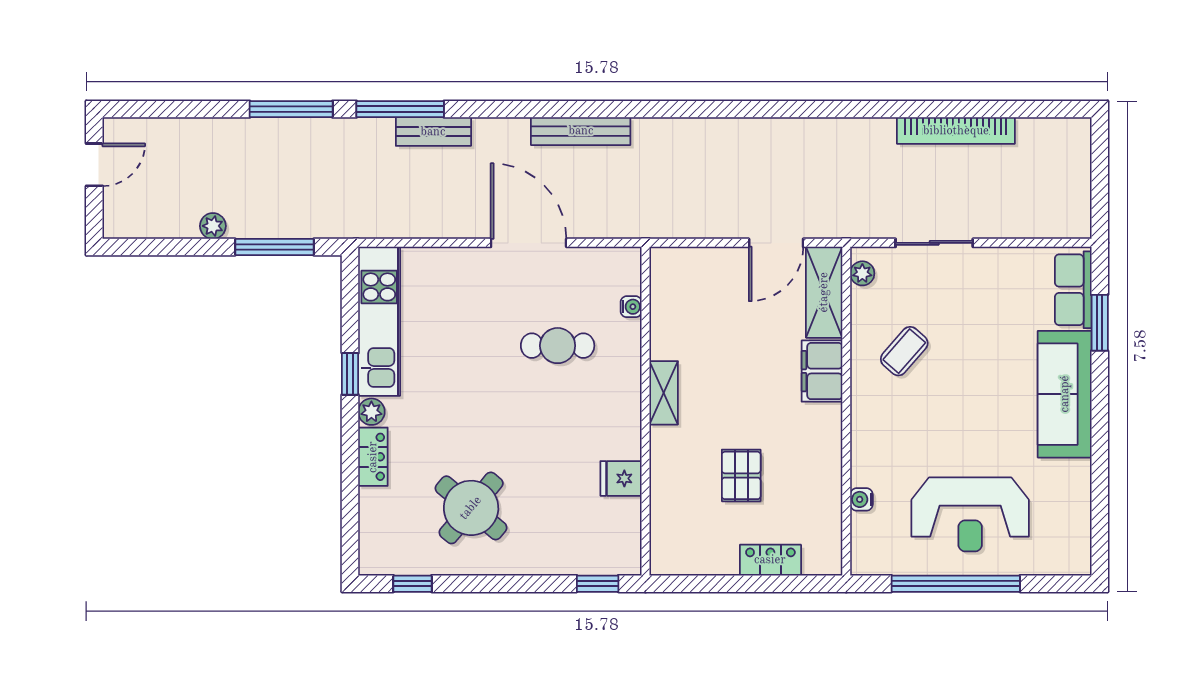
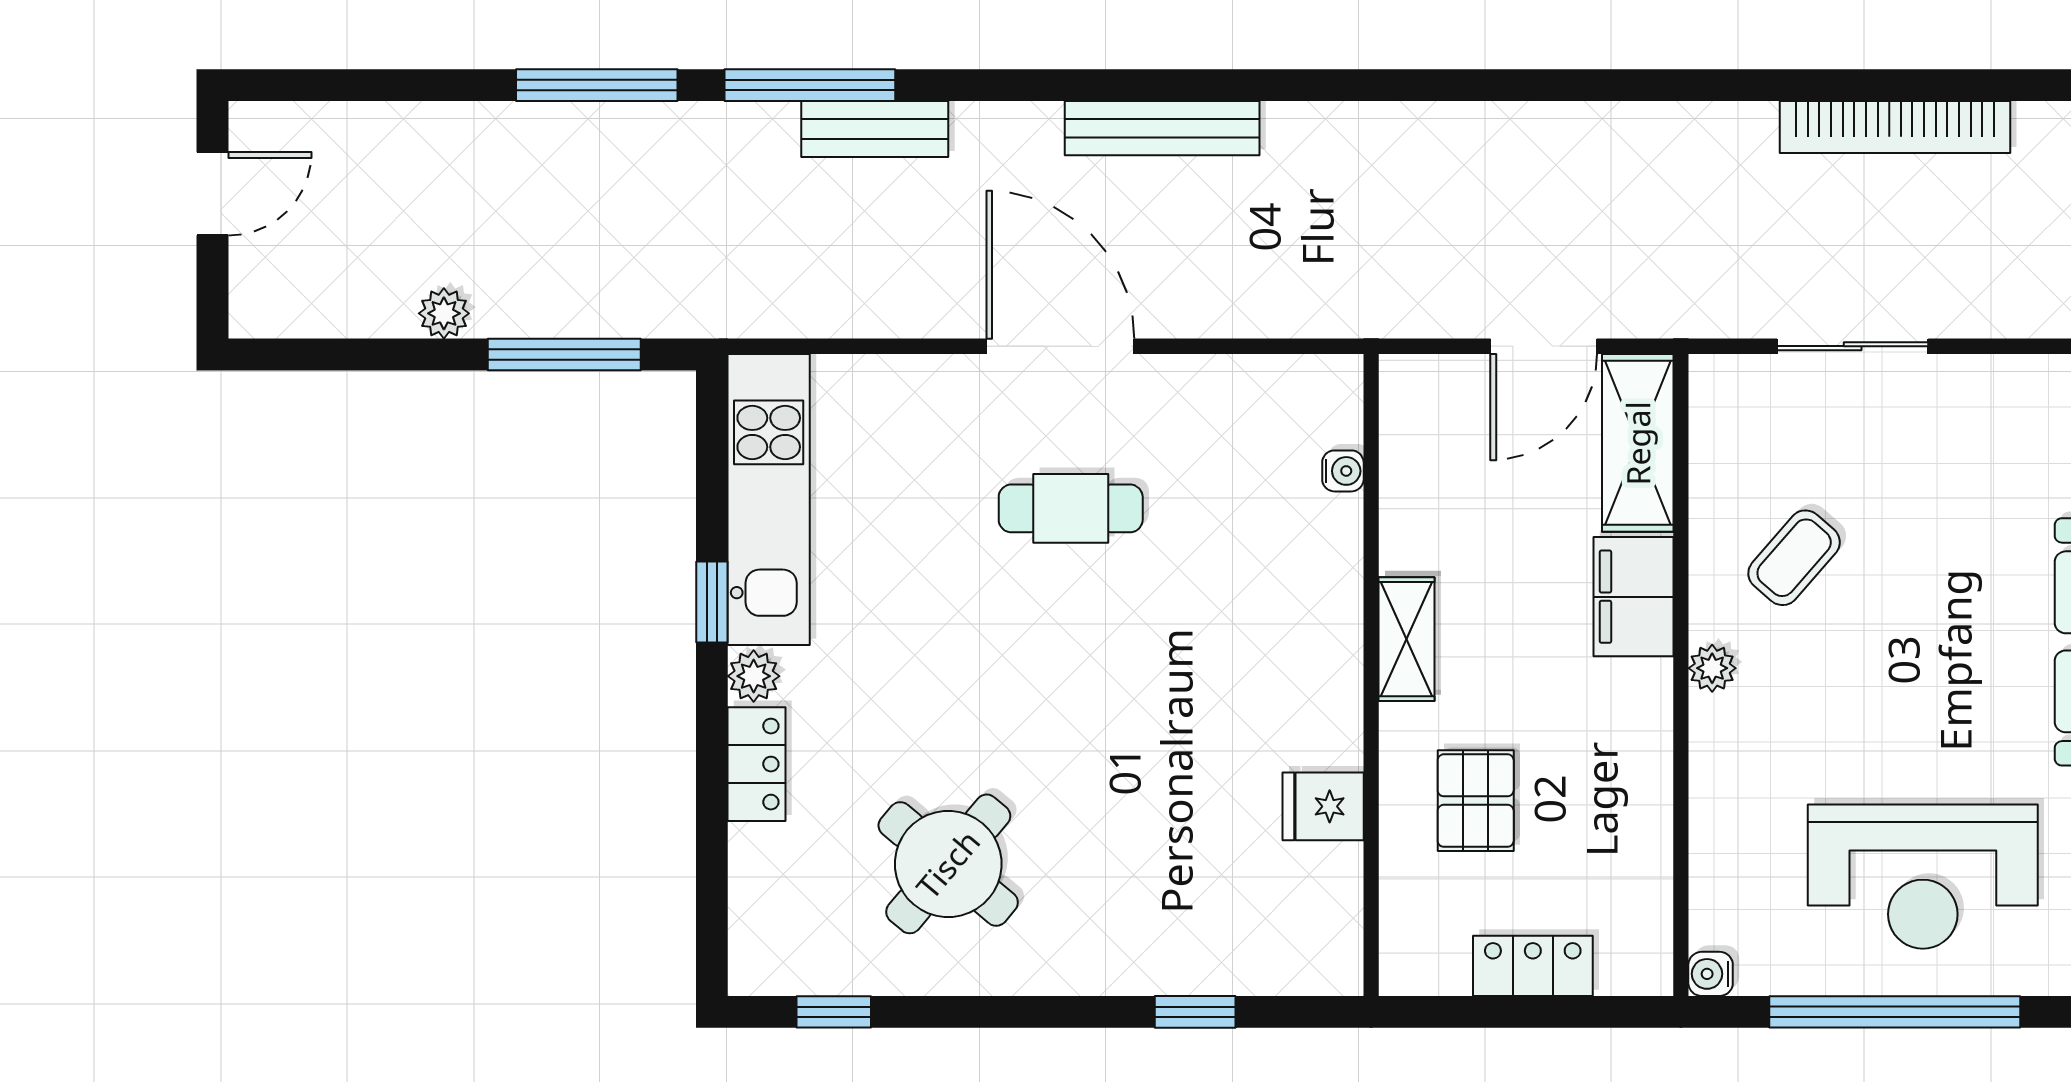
plant: (862, 273) -> (1712, 668), moved
water cooler: (631, 307) -> (1343, 471), moved
cafe table: (558, 346) -> (1071, 508), moved
shelving: (664, 393) -> (1407, 639), moved
wall: (646, 411) -> (1371, 675), moved
fridge: (621, 478) -> (1323, 806), moved
water cooler: (861, 499) -> (1711, 974), moved

